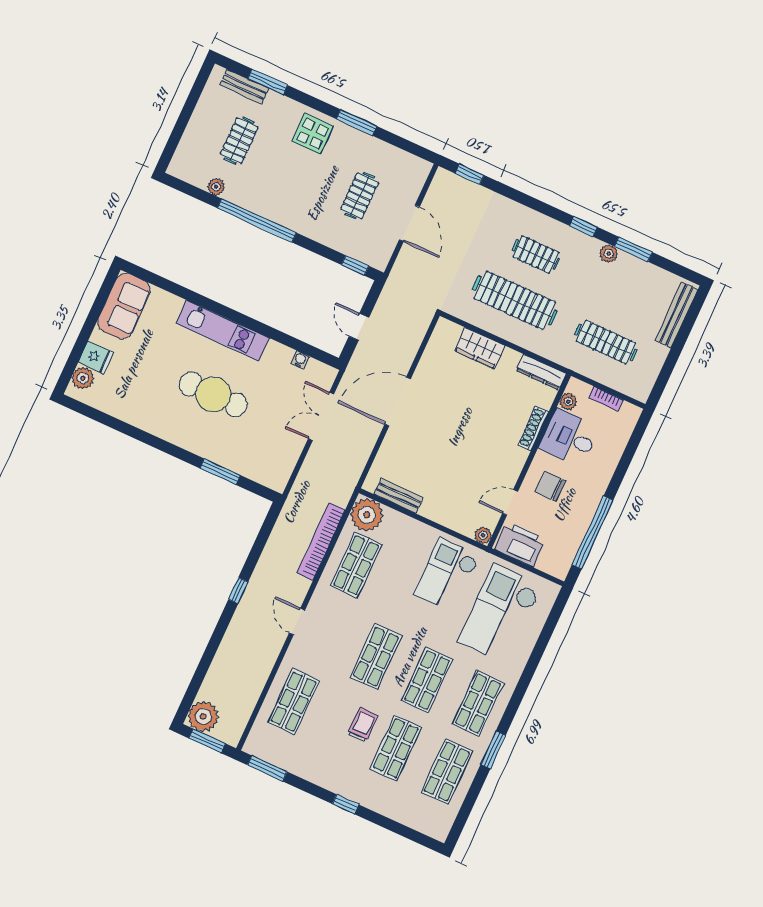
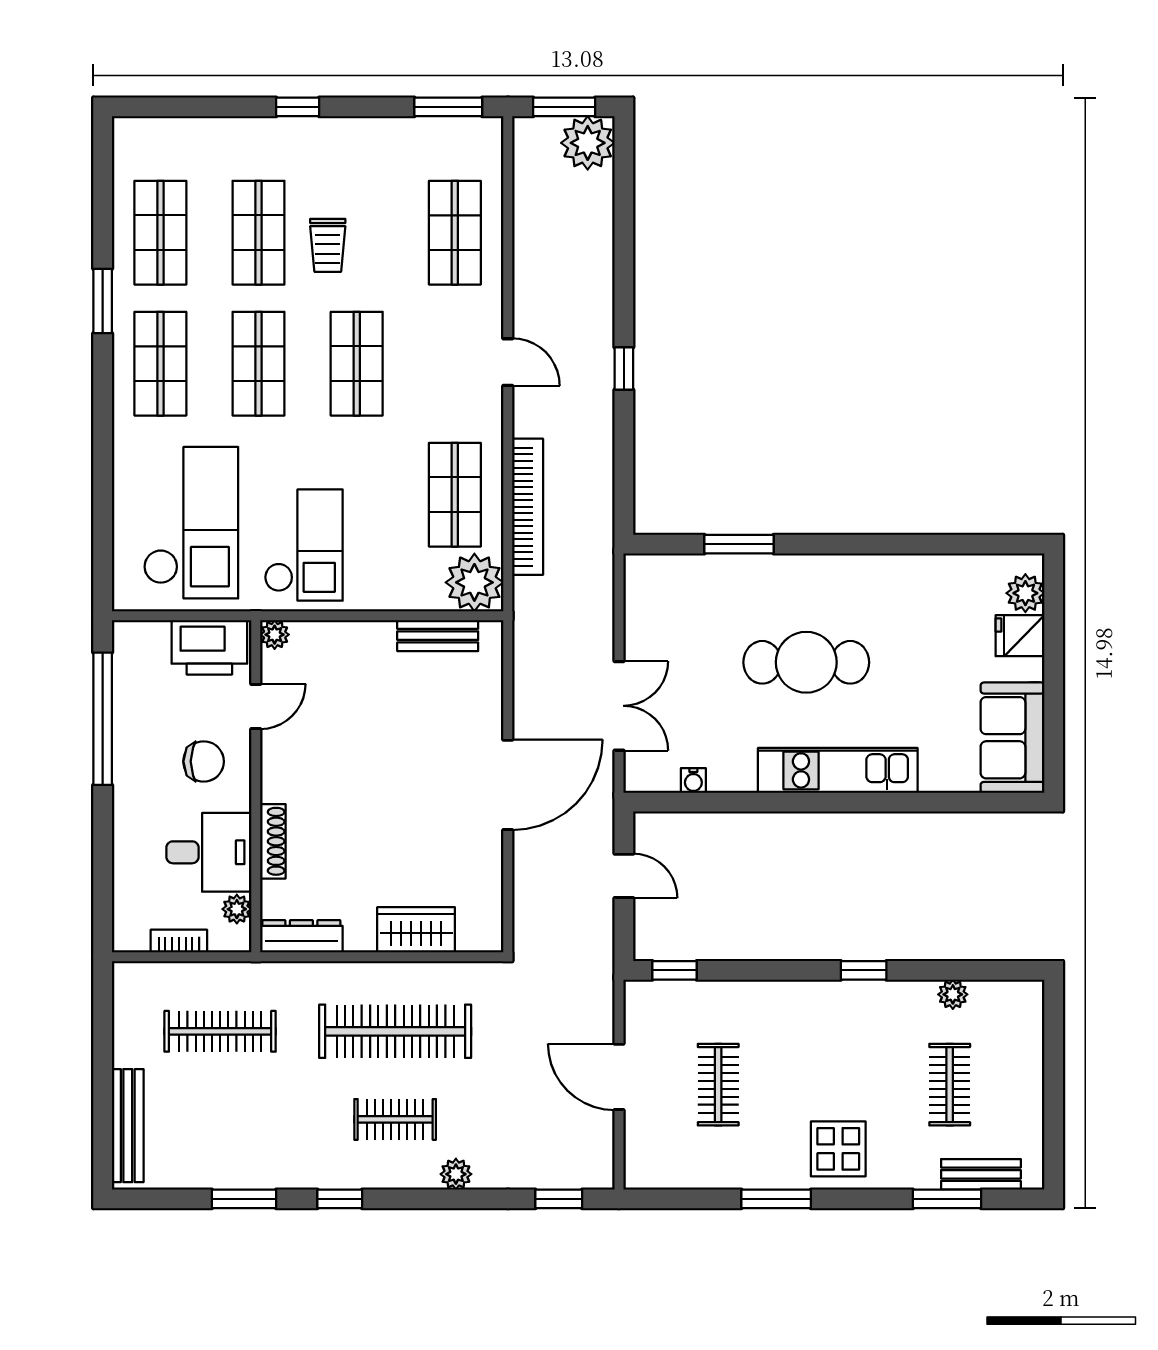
window: (257, 220) -> (864, 970), width x0.32
plant: (609, 254) -> (456, 1174), moved

